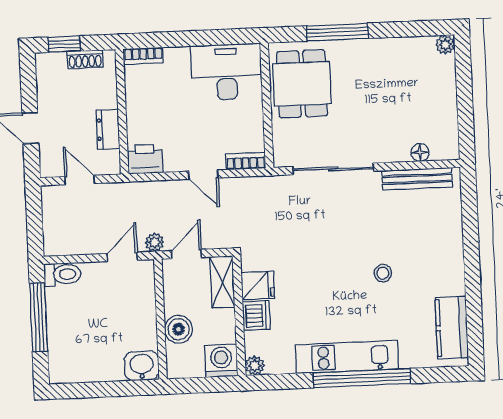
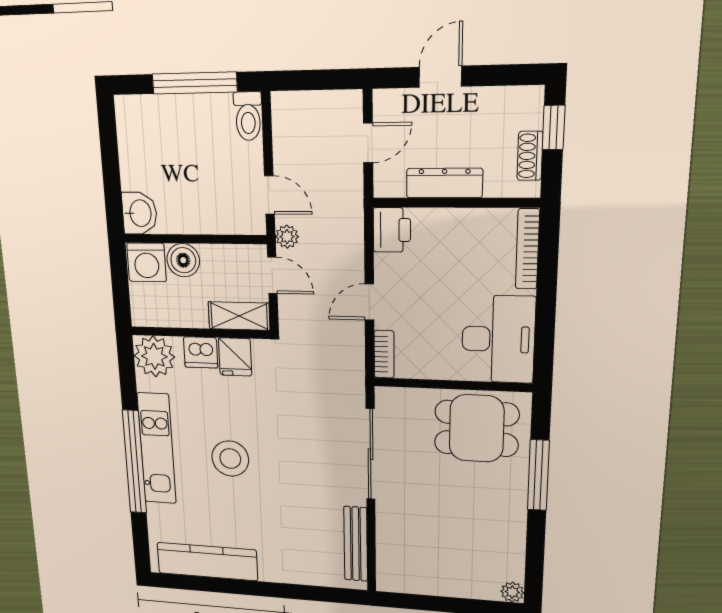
bookcase: (143, 56) -> (528, 249), width x1.56
dresser: (108, 129) -> (444, 183), width x1.44
floor lamp: (420, 152) -> (386, 551), removed
stool: (383, 273) -> (230, 459), moved, width x1.89, depth x1.89
kitchen counter: (452, 328) -> (207, 562), width x1.50
washing machine: (221, 361) -> (147, 262), moved, turned 90
plant: (255, 366) -> (154, 356), width x1.87, depth x1.87

